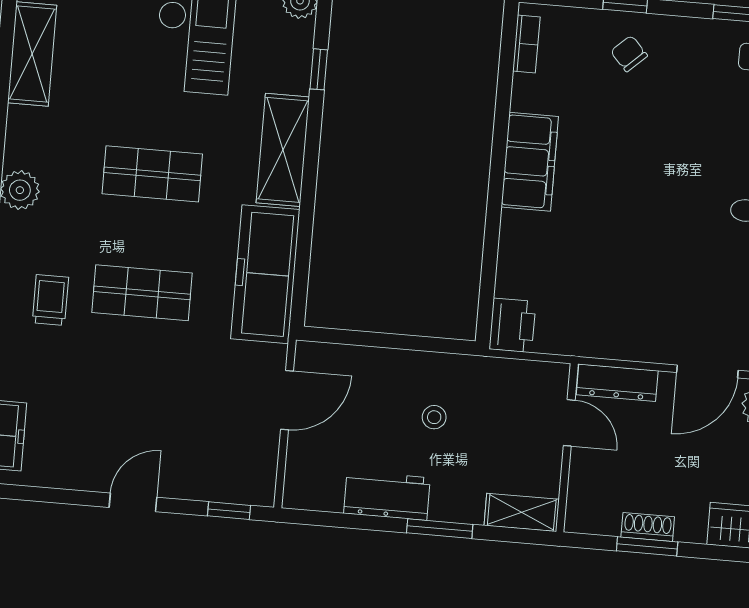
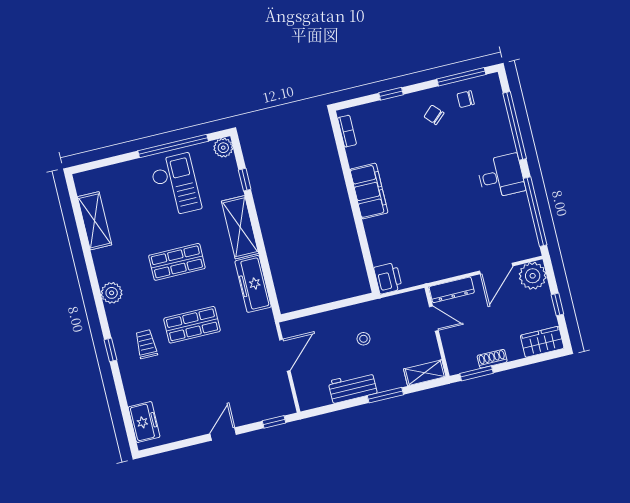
chair: (629, 54) -> (434, 115), moved
freezer: (265, 274) -> (253, 284), width x0.73, depth x0.79
window: (647, 546) -> (476, 373), moved

